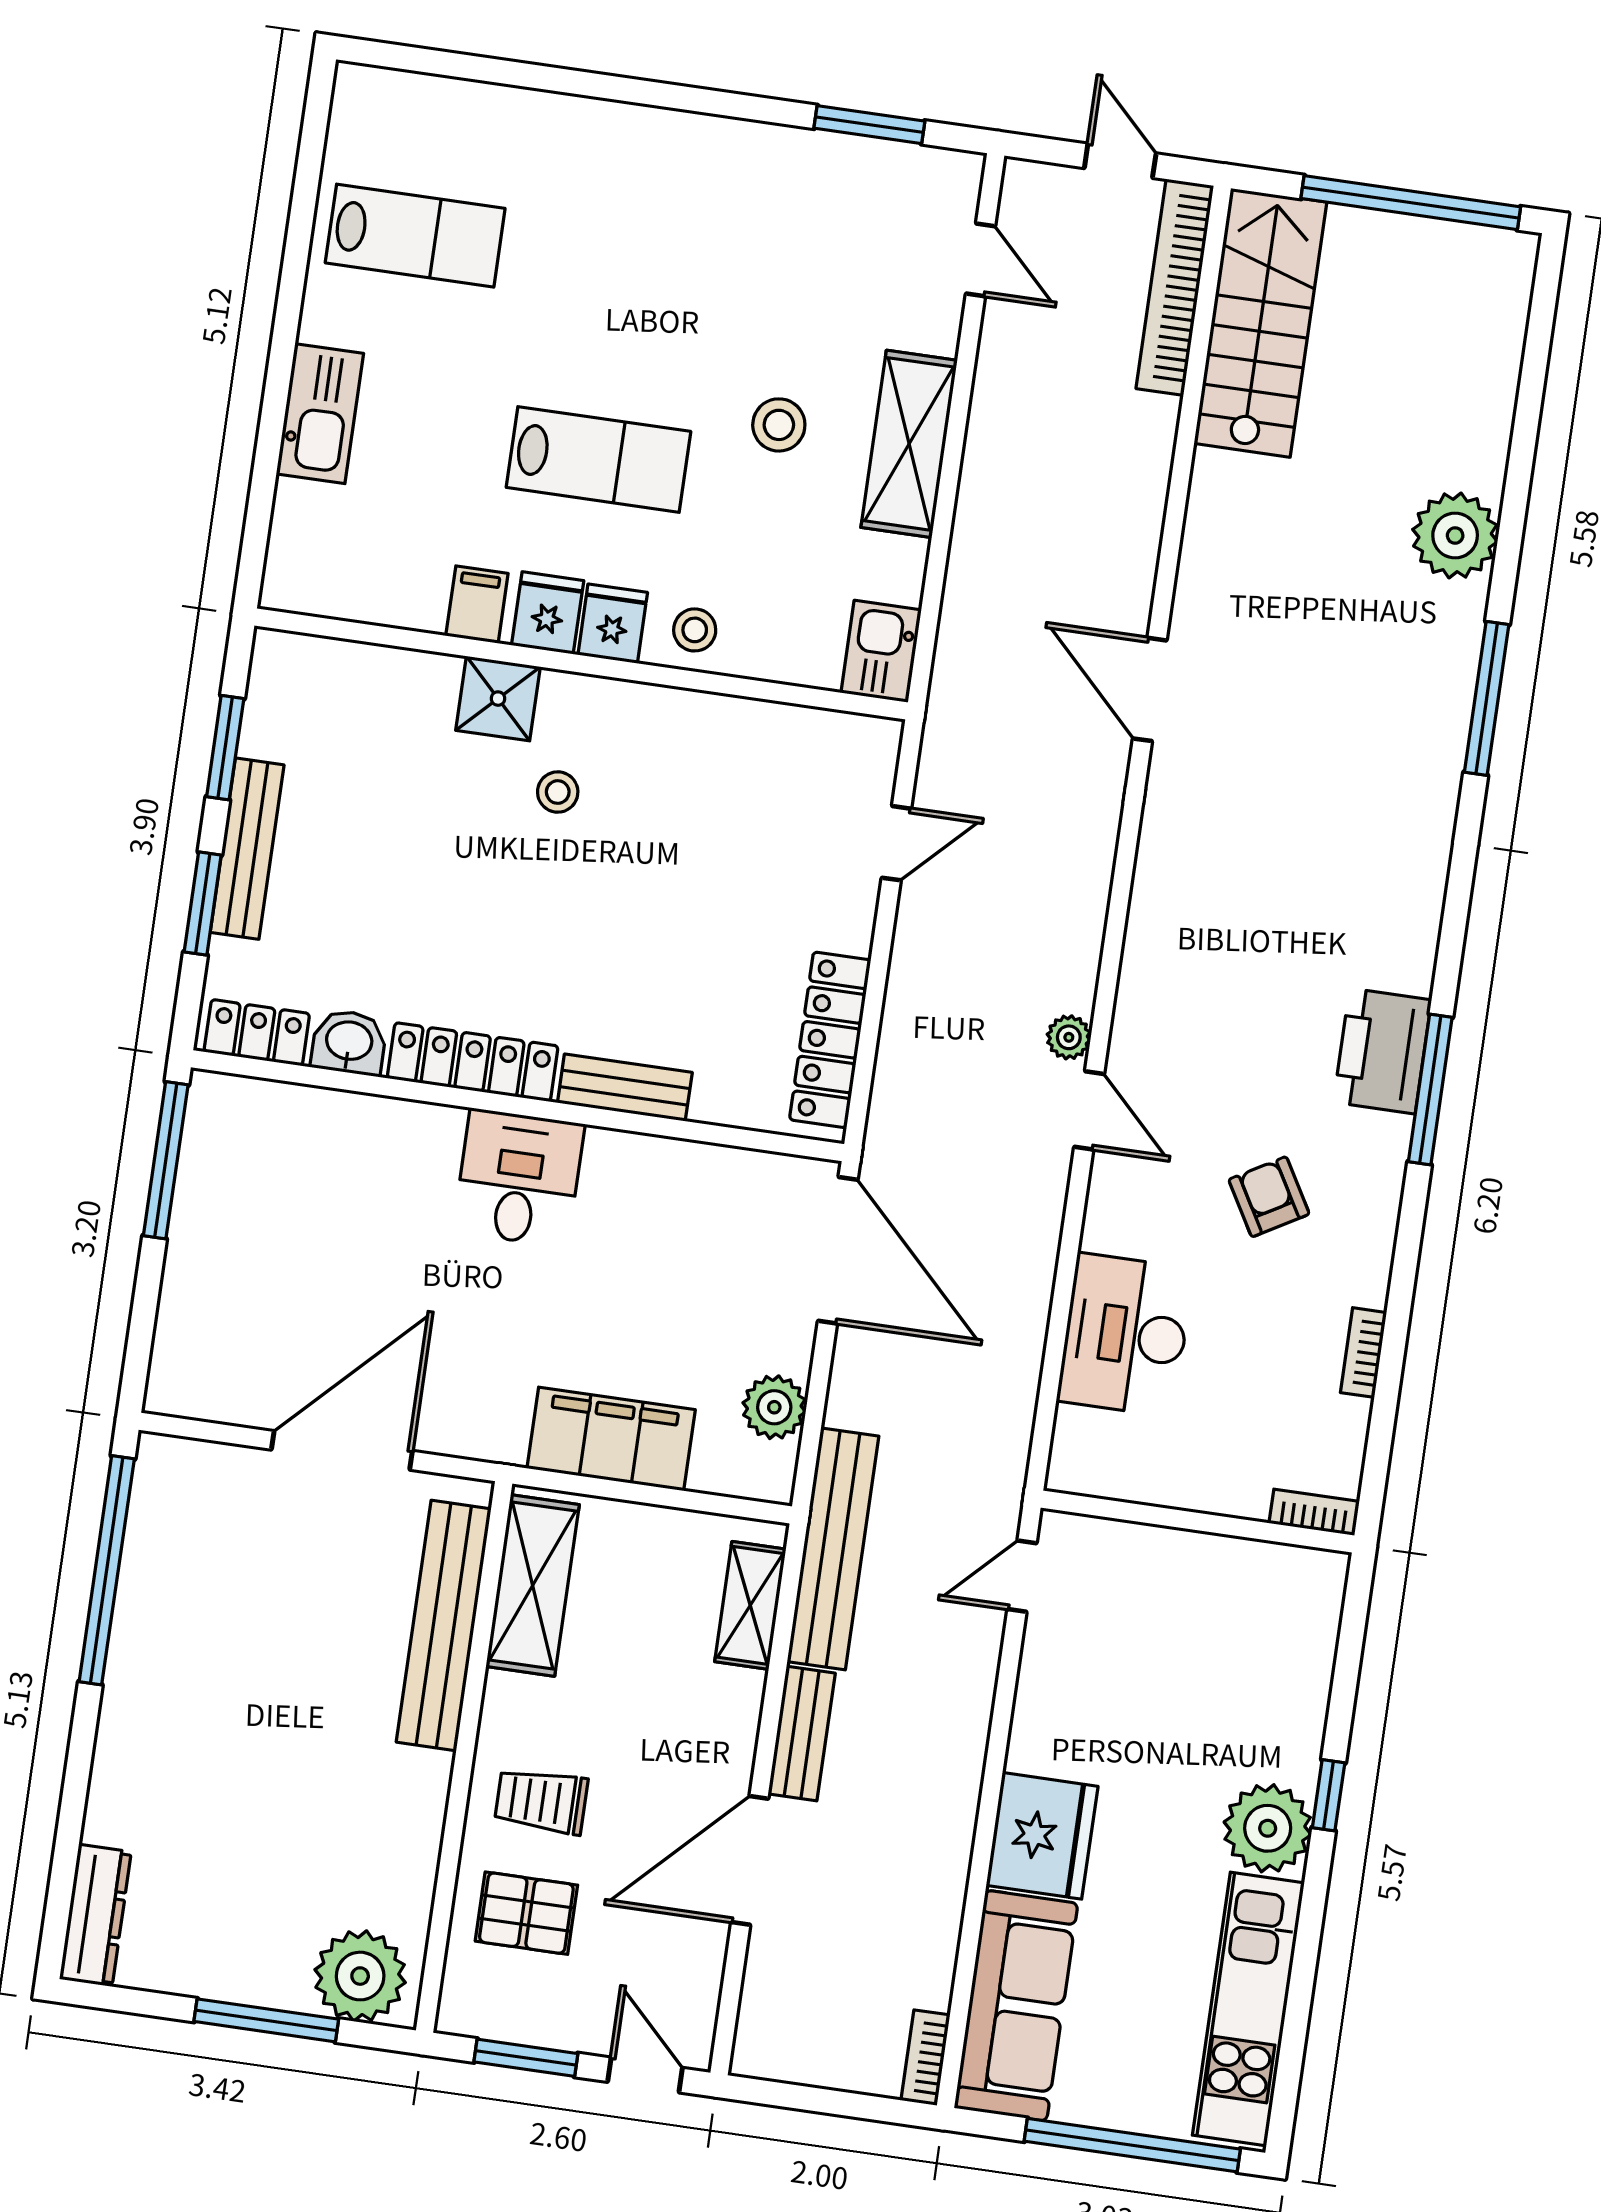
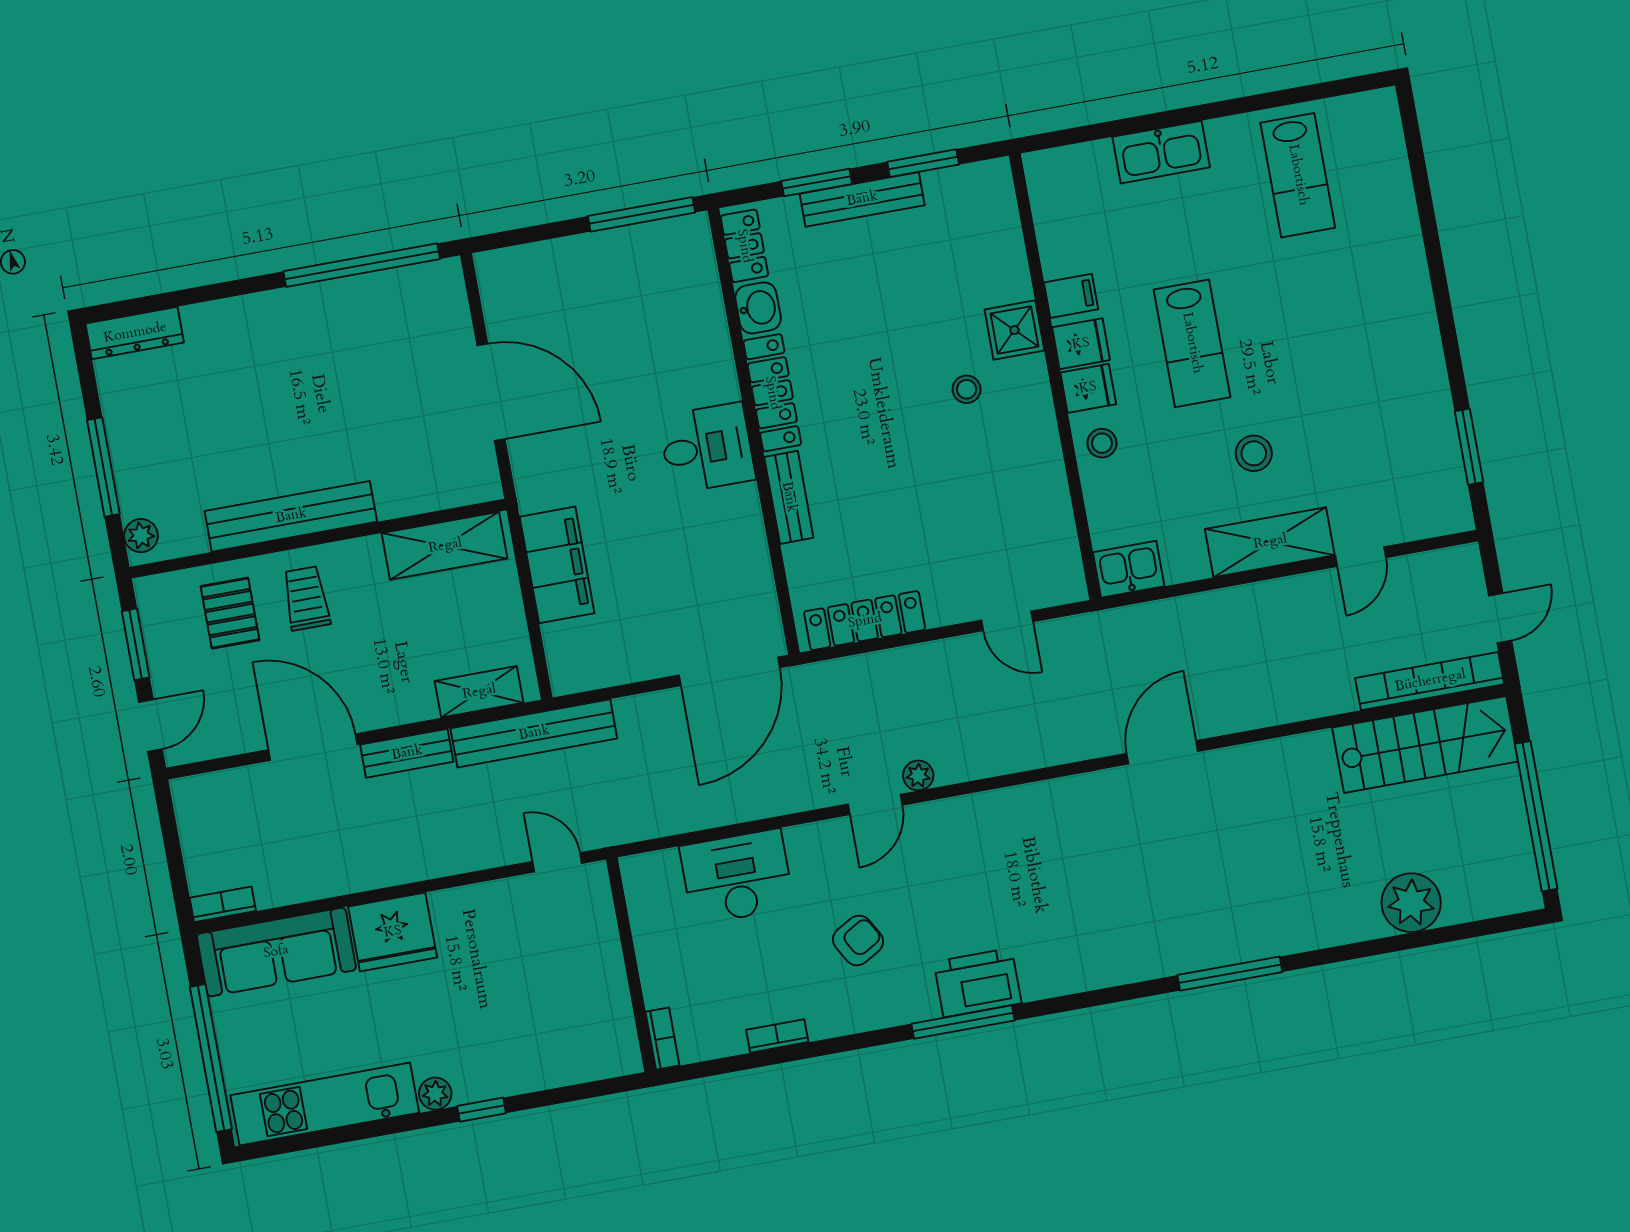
door: (980, 260) -> (1361, 557), moved
plant: (1455, 536) -> (1411, 903), moved
plant: (774, 1407) -> (613, 664), removed
bench: (444, 1626) -> (291, 516), moved
plant: (1268, 1828) -> (435, 1094), width x0.53, depth x0.53
plant: (360, 1976) -> (141, 536), width x0.53, depth x0.53

